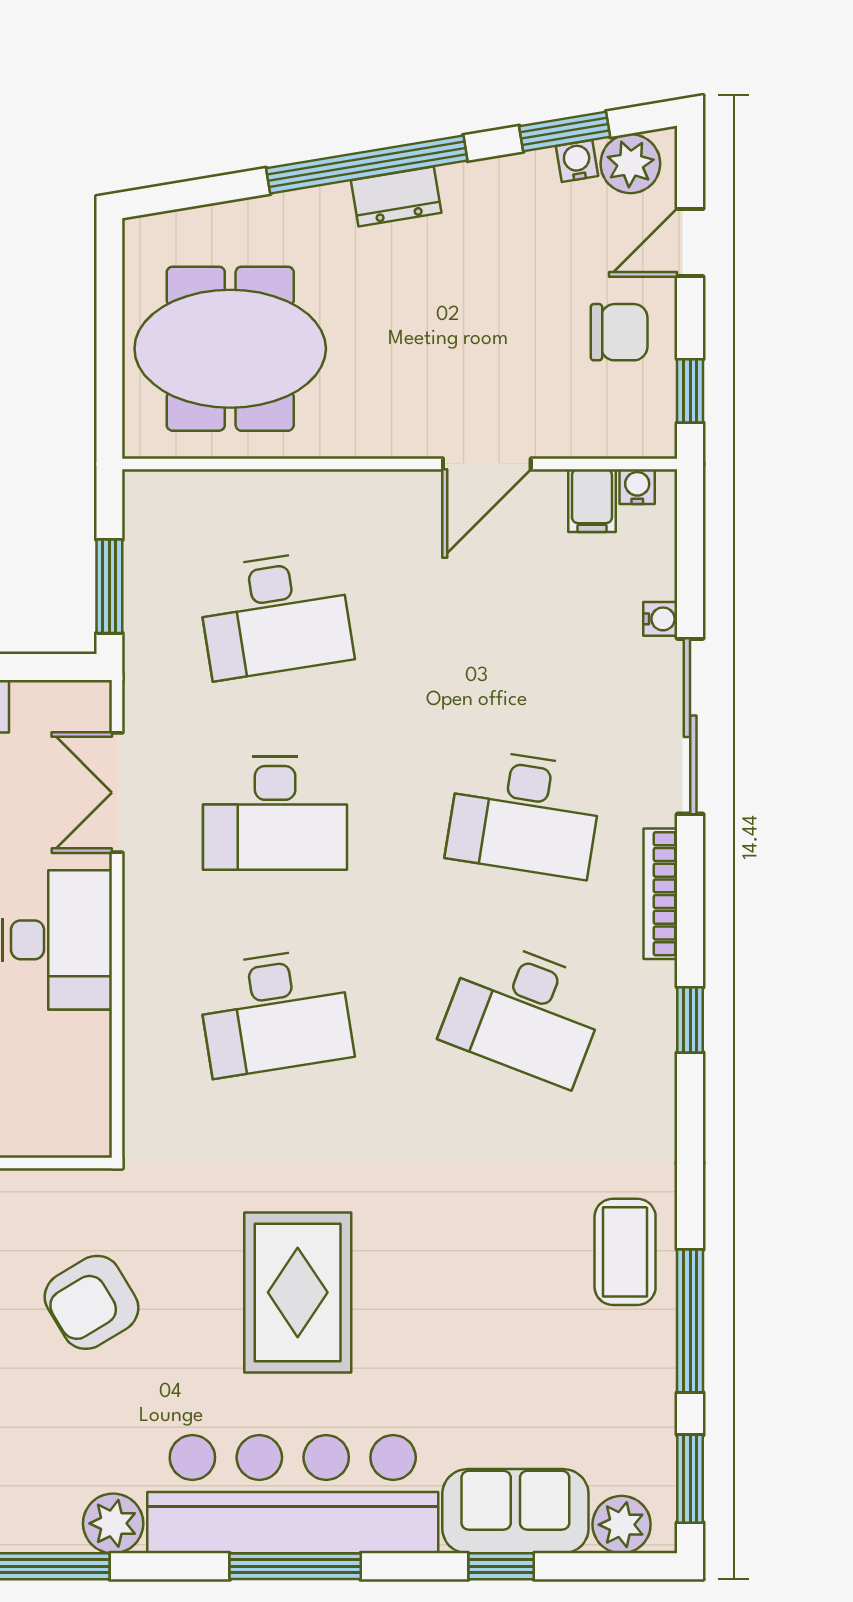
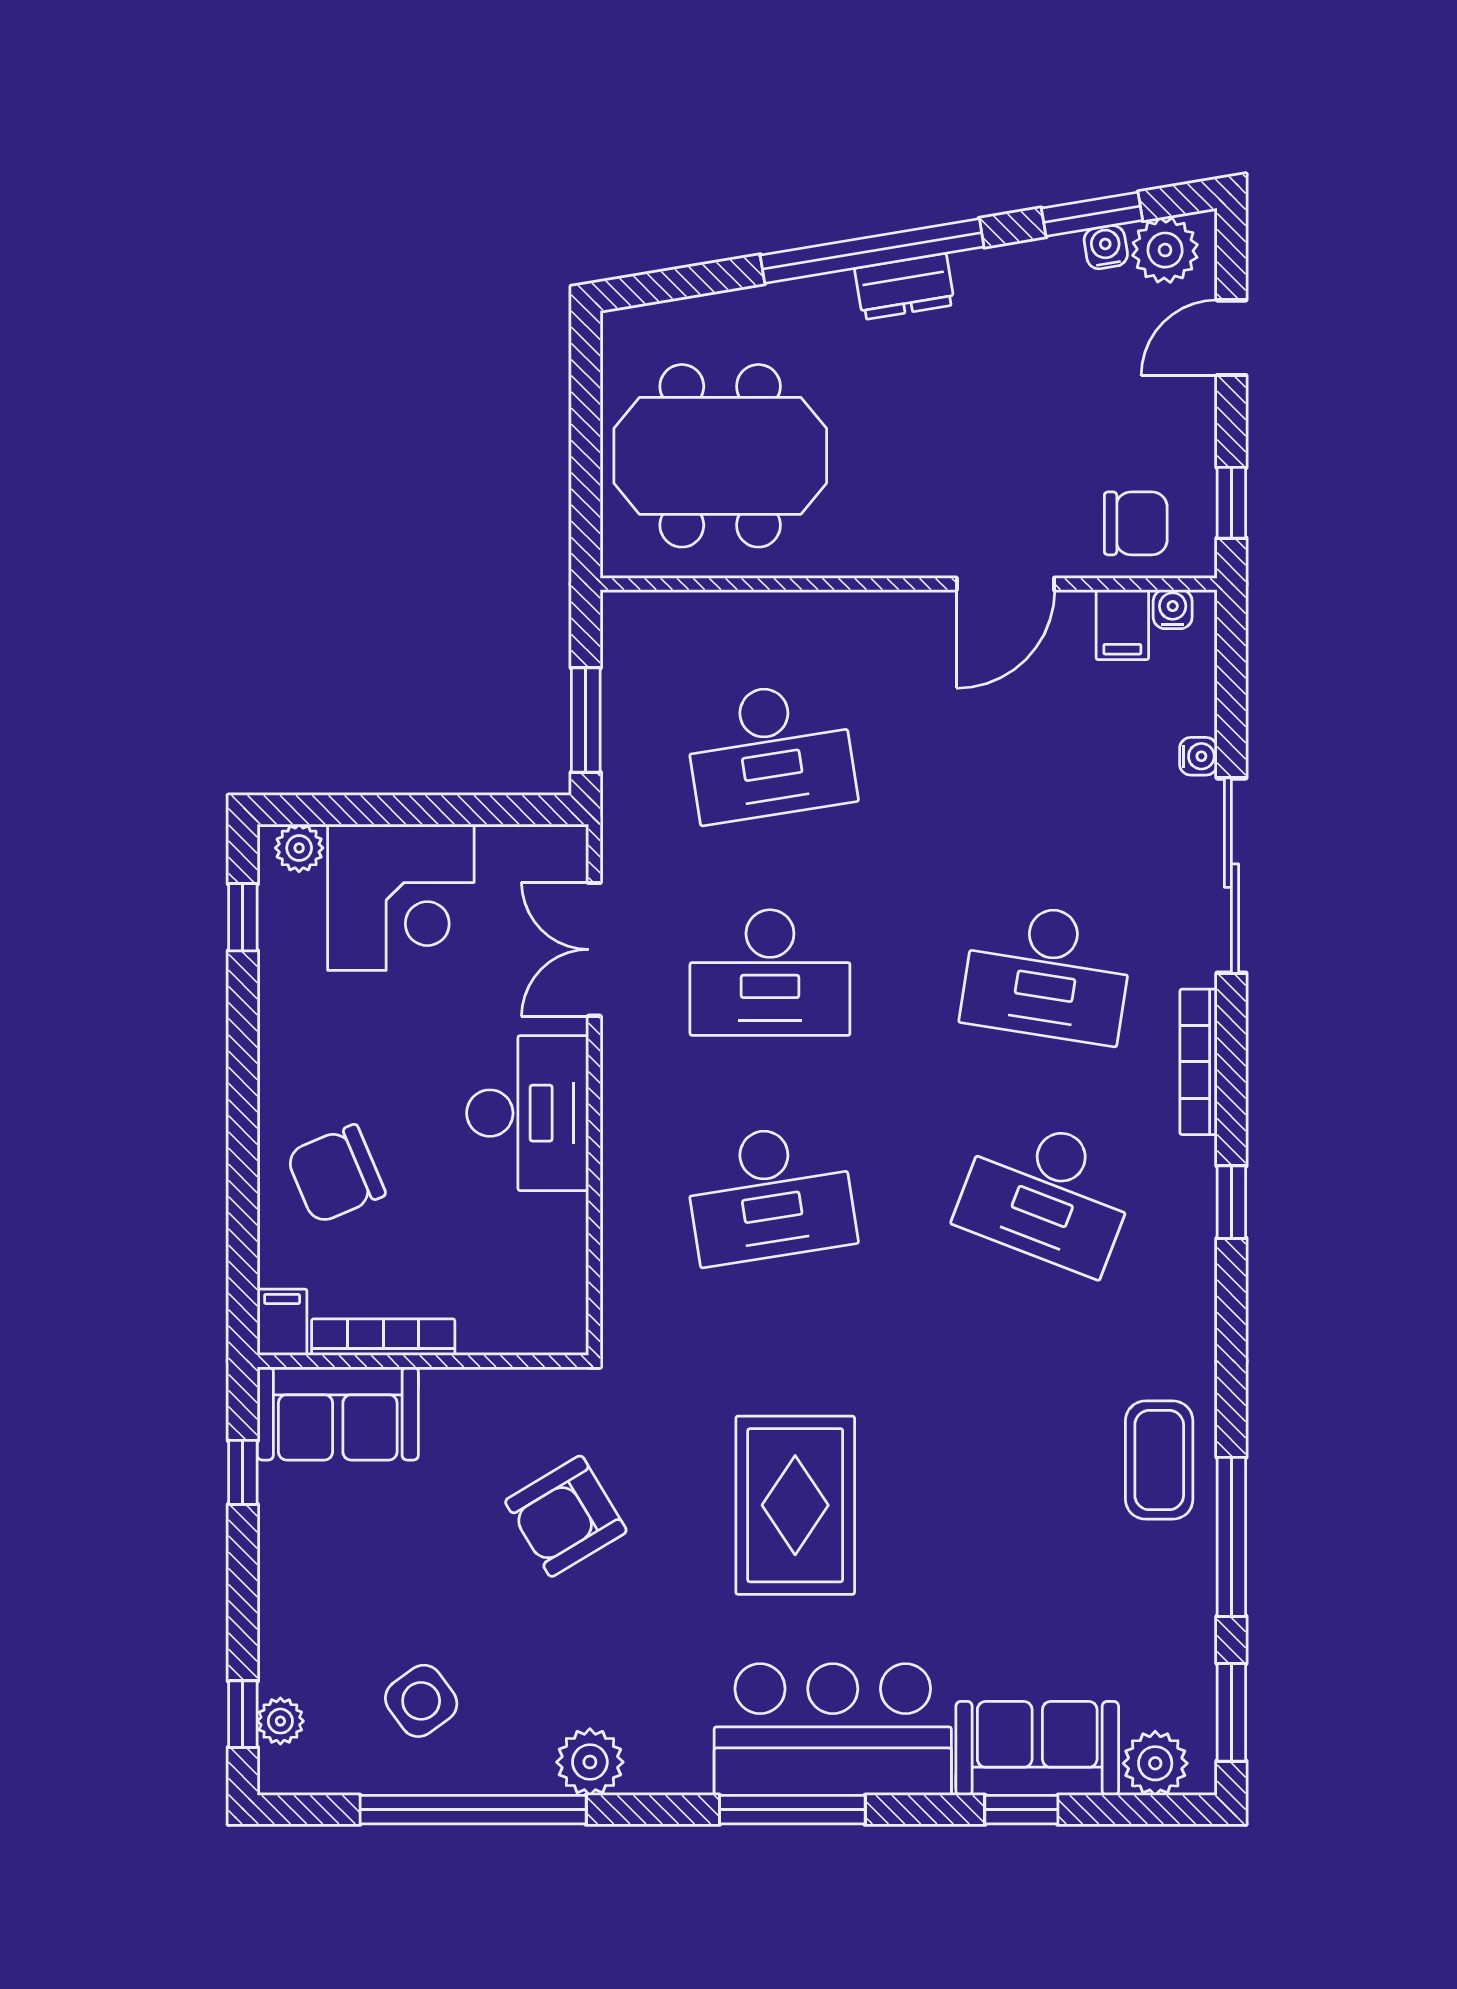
chair: (619, 332) -> (1136, 523), moved
bar counter: (293, 1494) -> (833, 1730), width x0.73

